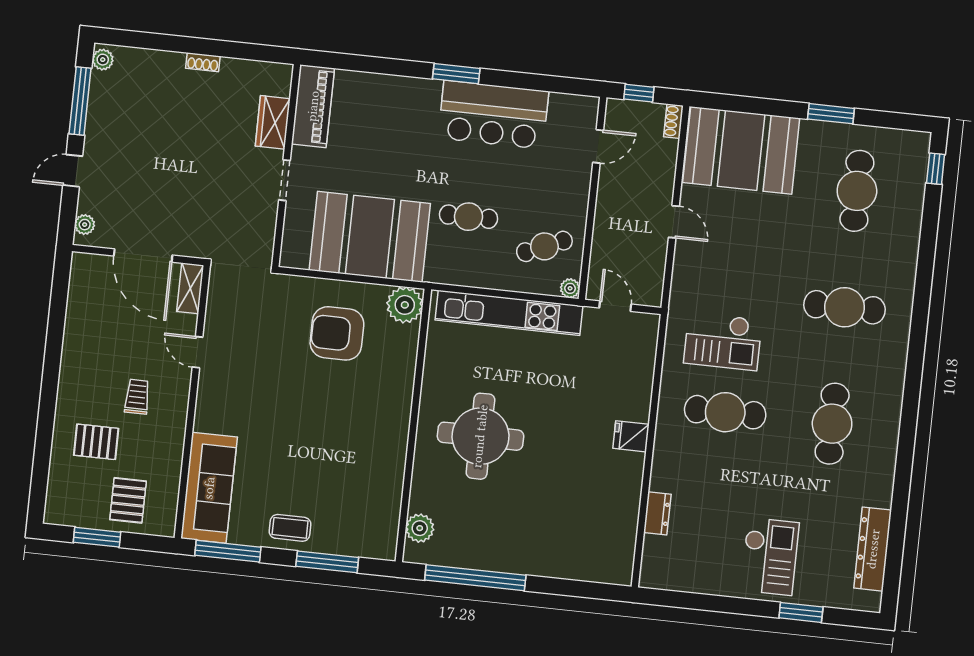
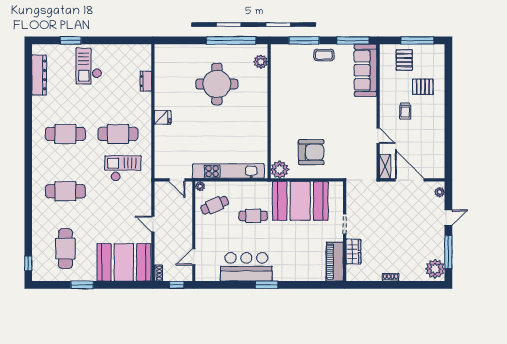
plant: (103, 60) -> (435, 269), width x1.87, depth x1.87
cafe table: (832, 424) -> (65, 134), turned 90
round table: (480, 436) -> (217, 84), moved
window: (97, 537) -> (417, 40), width x1.44

